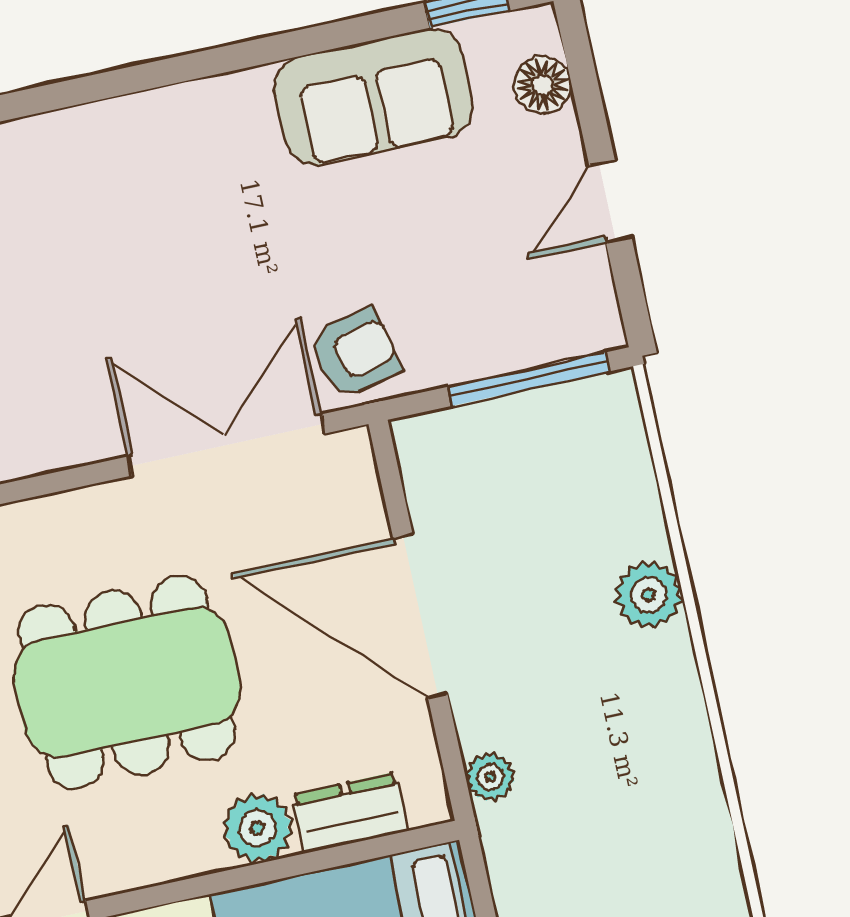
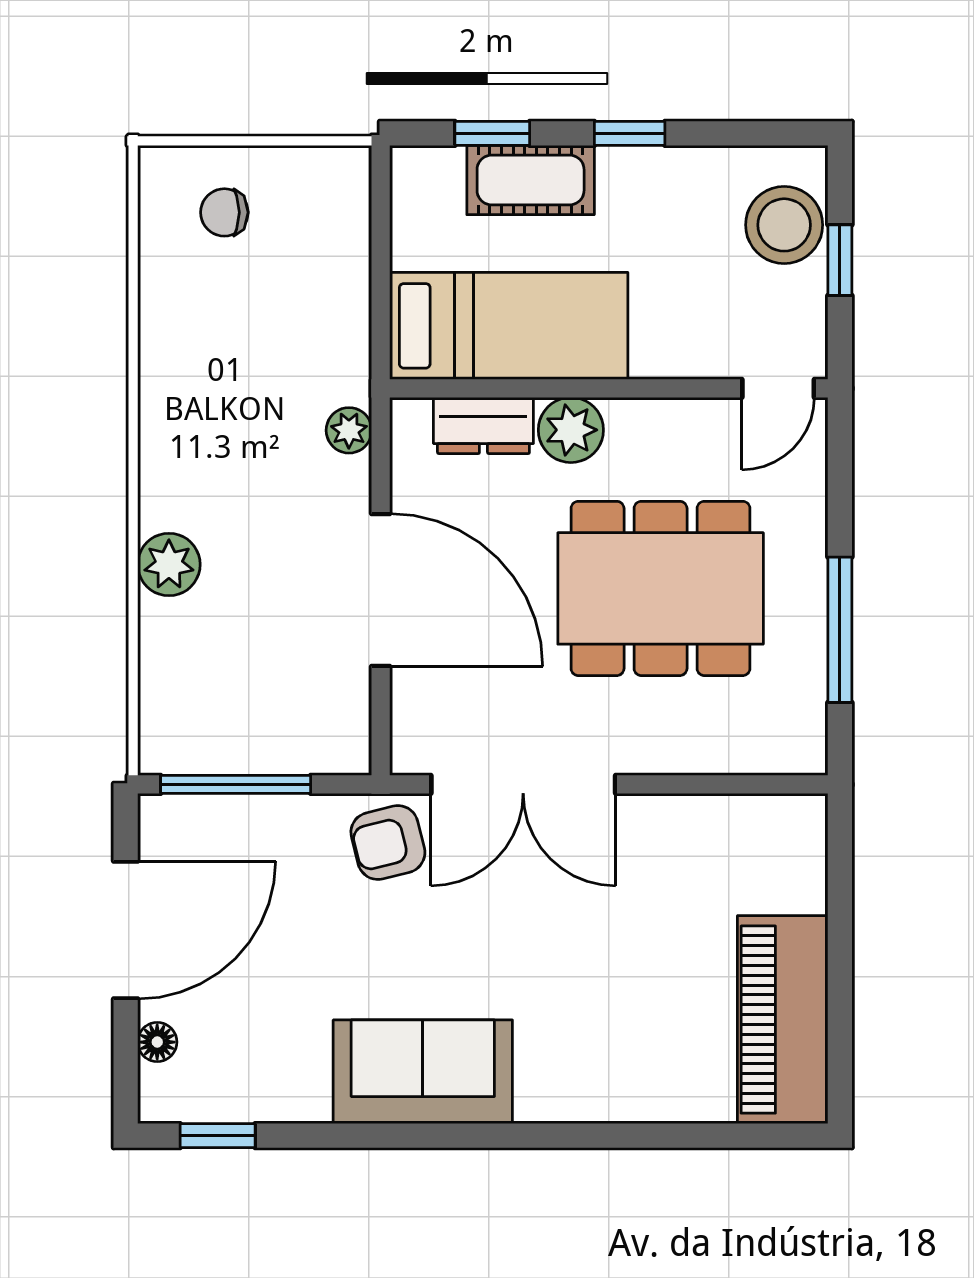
floor lamp: (542, 85) -> (157, 1042), width x0.73, depth x0.73
sofa: (374, 97) -> (423, 1072), moved
door: (610, 201) -> (126, 930), width x1.87

